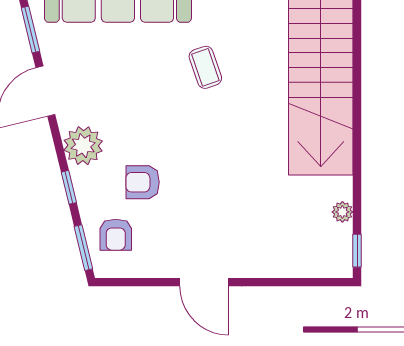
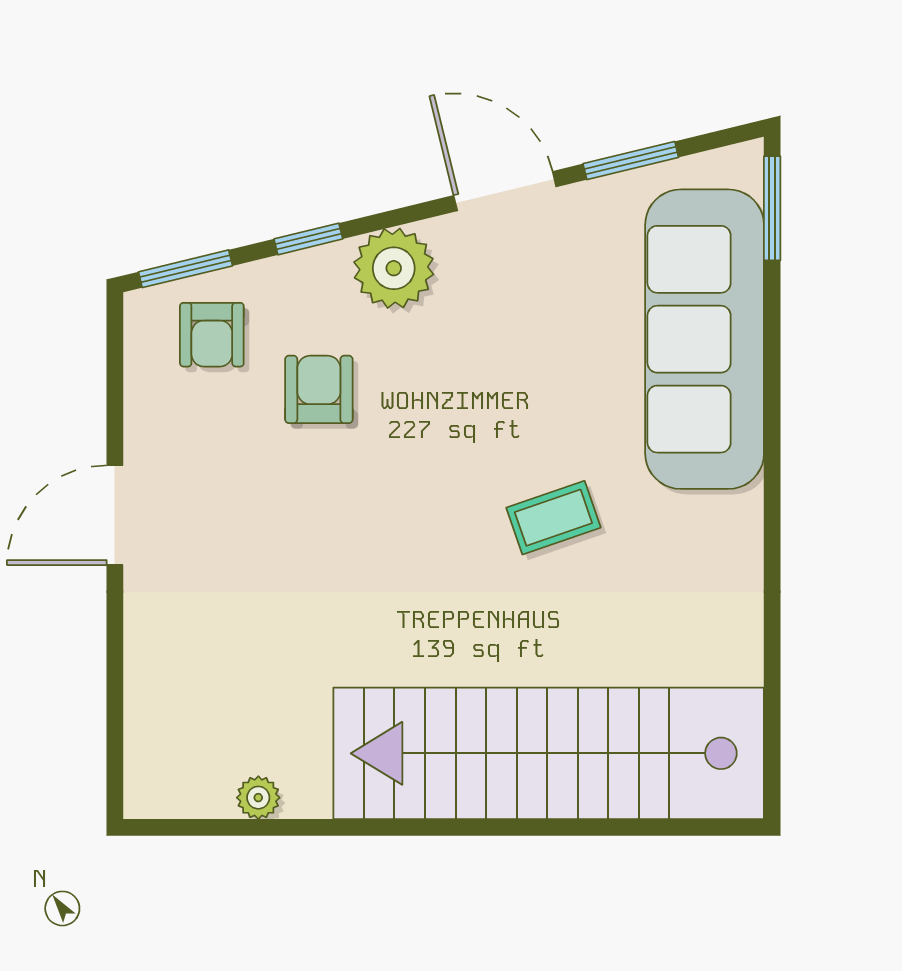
armchair: (116, 235) -> (212, 335), turned -90
window: (357, 251) -> (179, 827), removed

